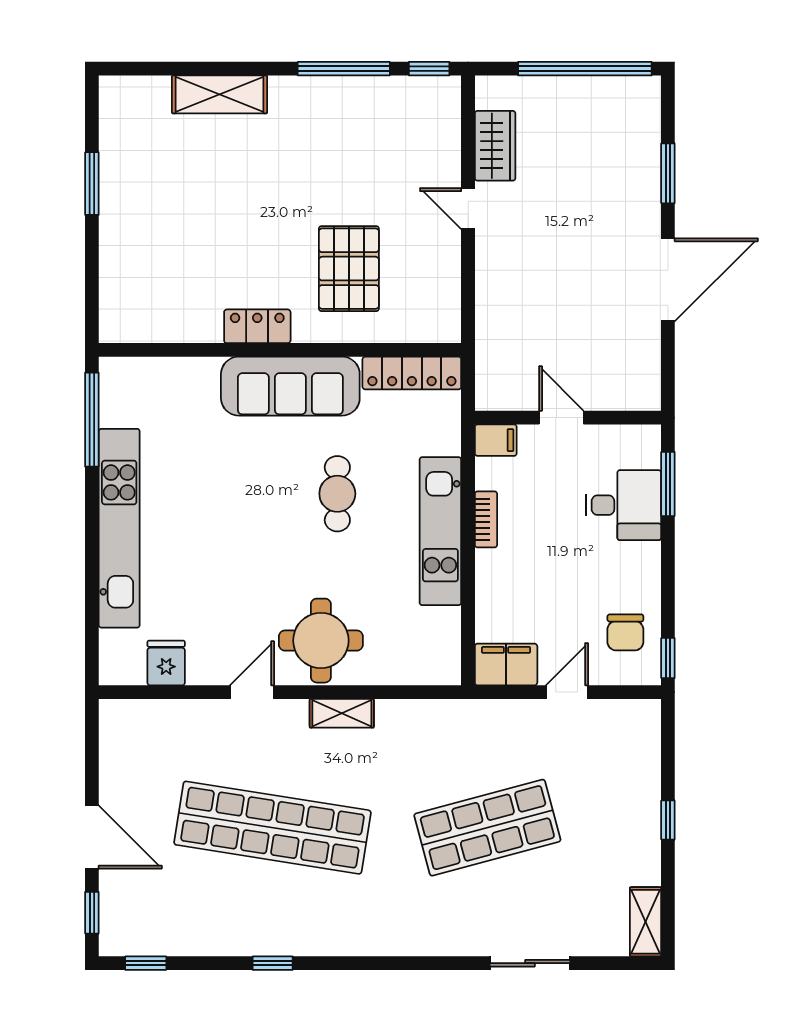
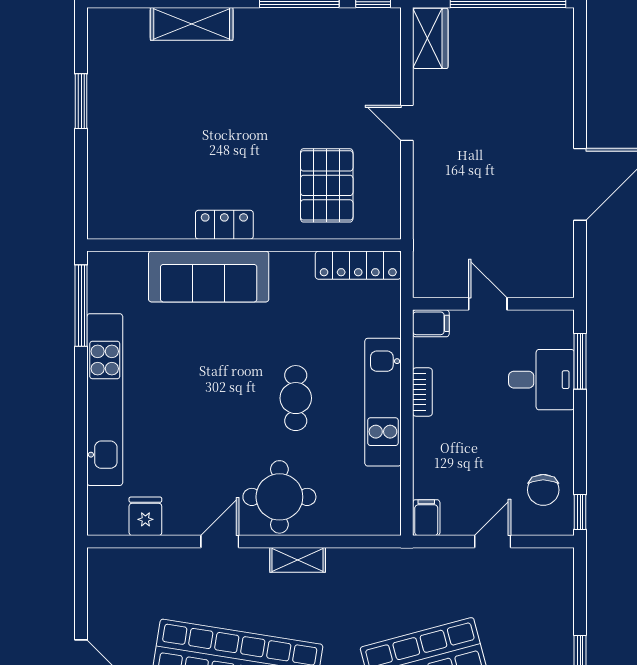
wardrobe: (495, 146) -> (430, 38), moved
window: (668, 173) -> (580, 92), removed
pallet: (349, 269) -> (327, 185), moved
sofa: (290, 386) -> (209, 277), moved
cafe table: (337, 494) -> (296, 398), moved
filing cabinet: (506, 664) -> (426, 518), width x0.50

